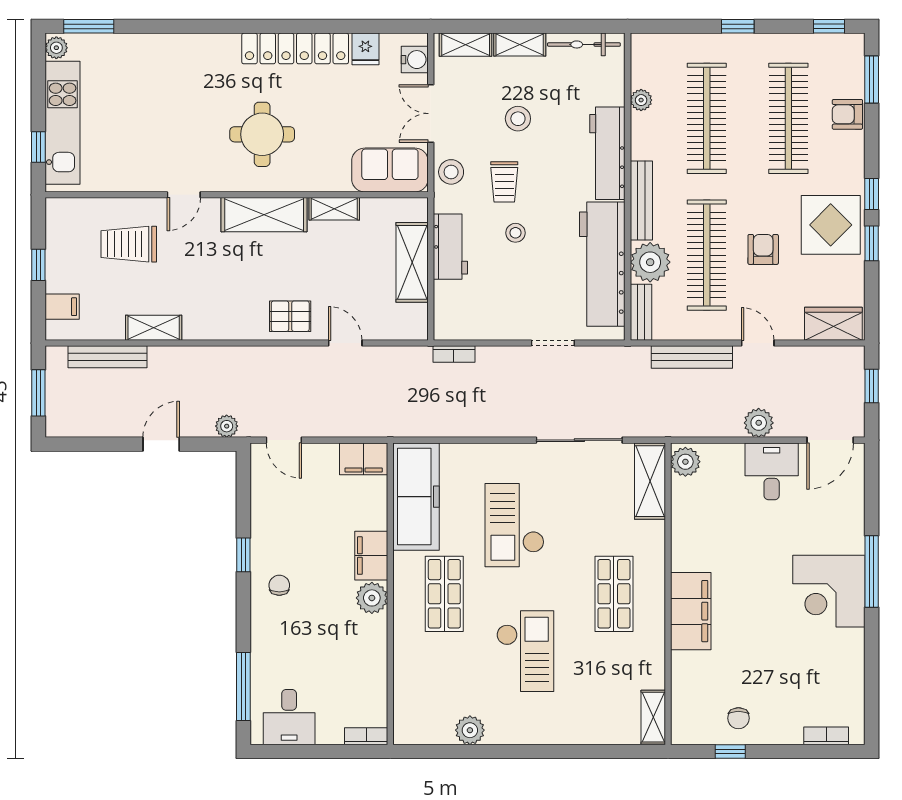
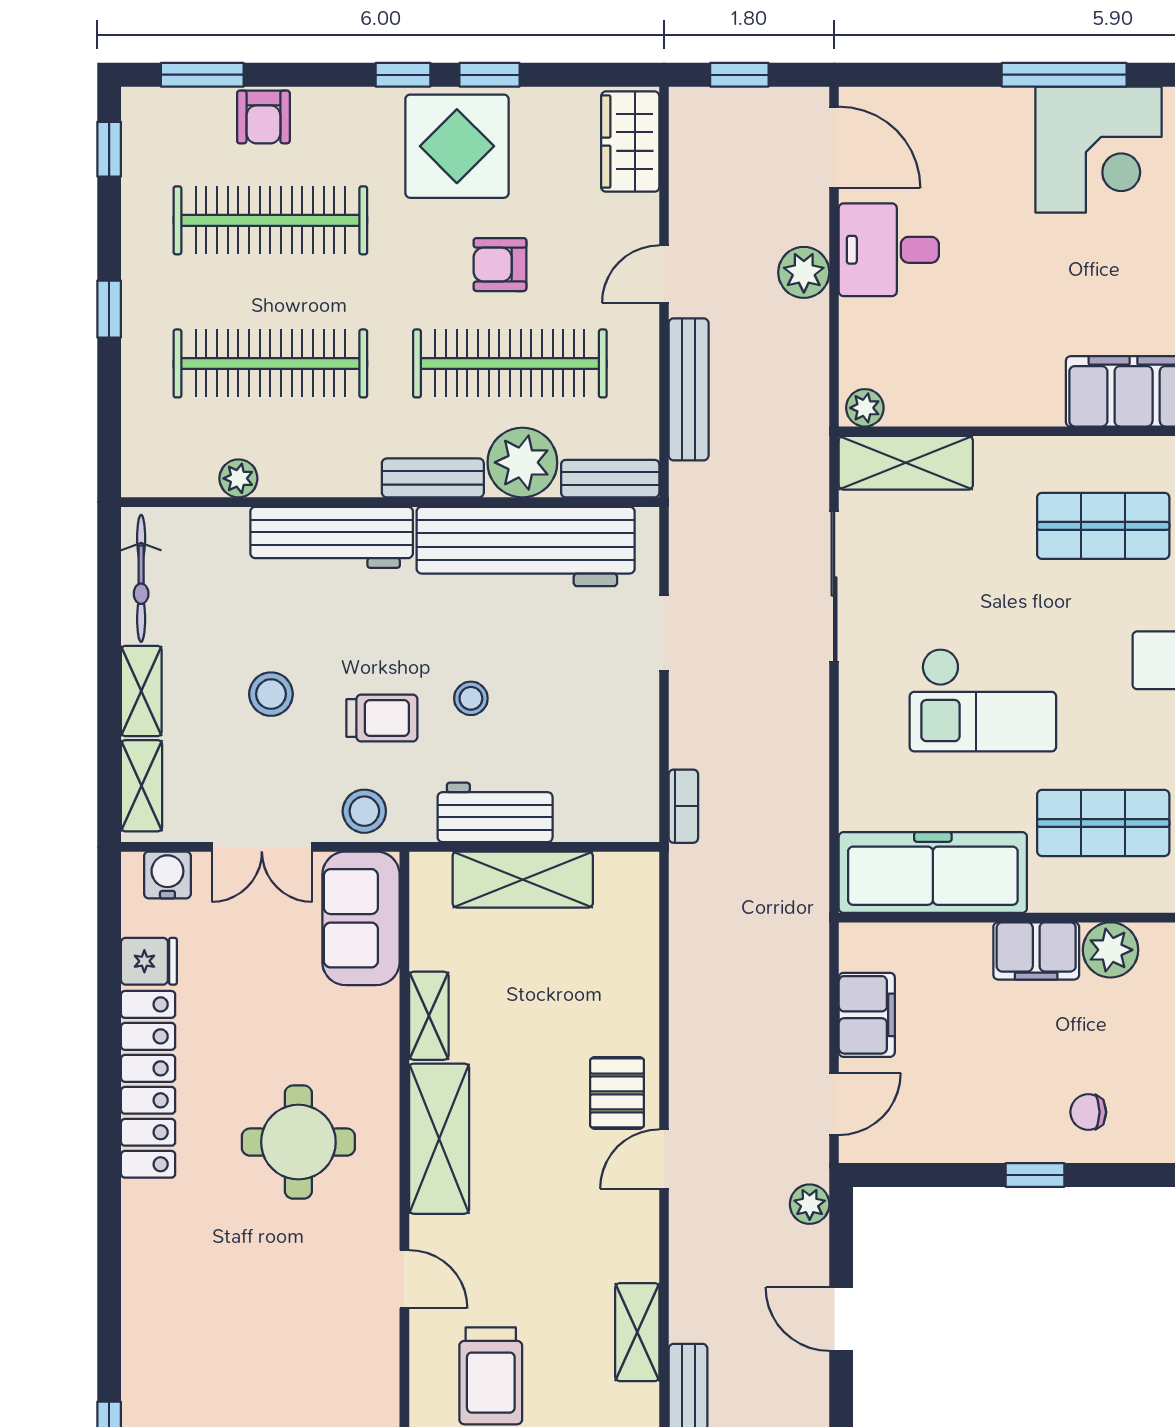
bench: (641, 200) -> (433, 478), width x0.73
door: (345, 343) -> (664, 1159), moved
filing cabinet: (364, 459) -> (867, 1015), moved
plant: (685, 462) -> (865, 408), width x0.73, depth x0.73

